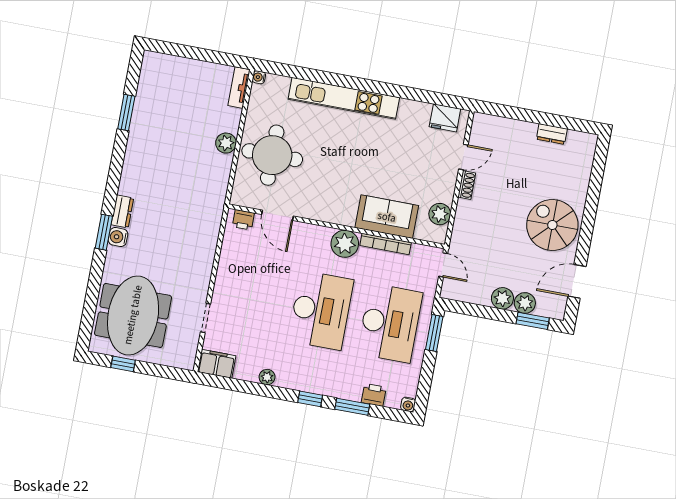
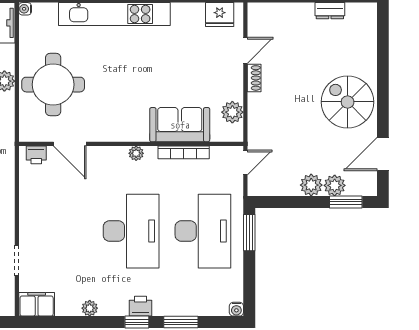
plant: (345, 244) -> (136, 153), width x0.53, depth x0.53
door: (443, 265) -> (245, 163), hinge flipped
printer: (374, 395) -> (141, 306), moved

